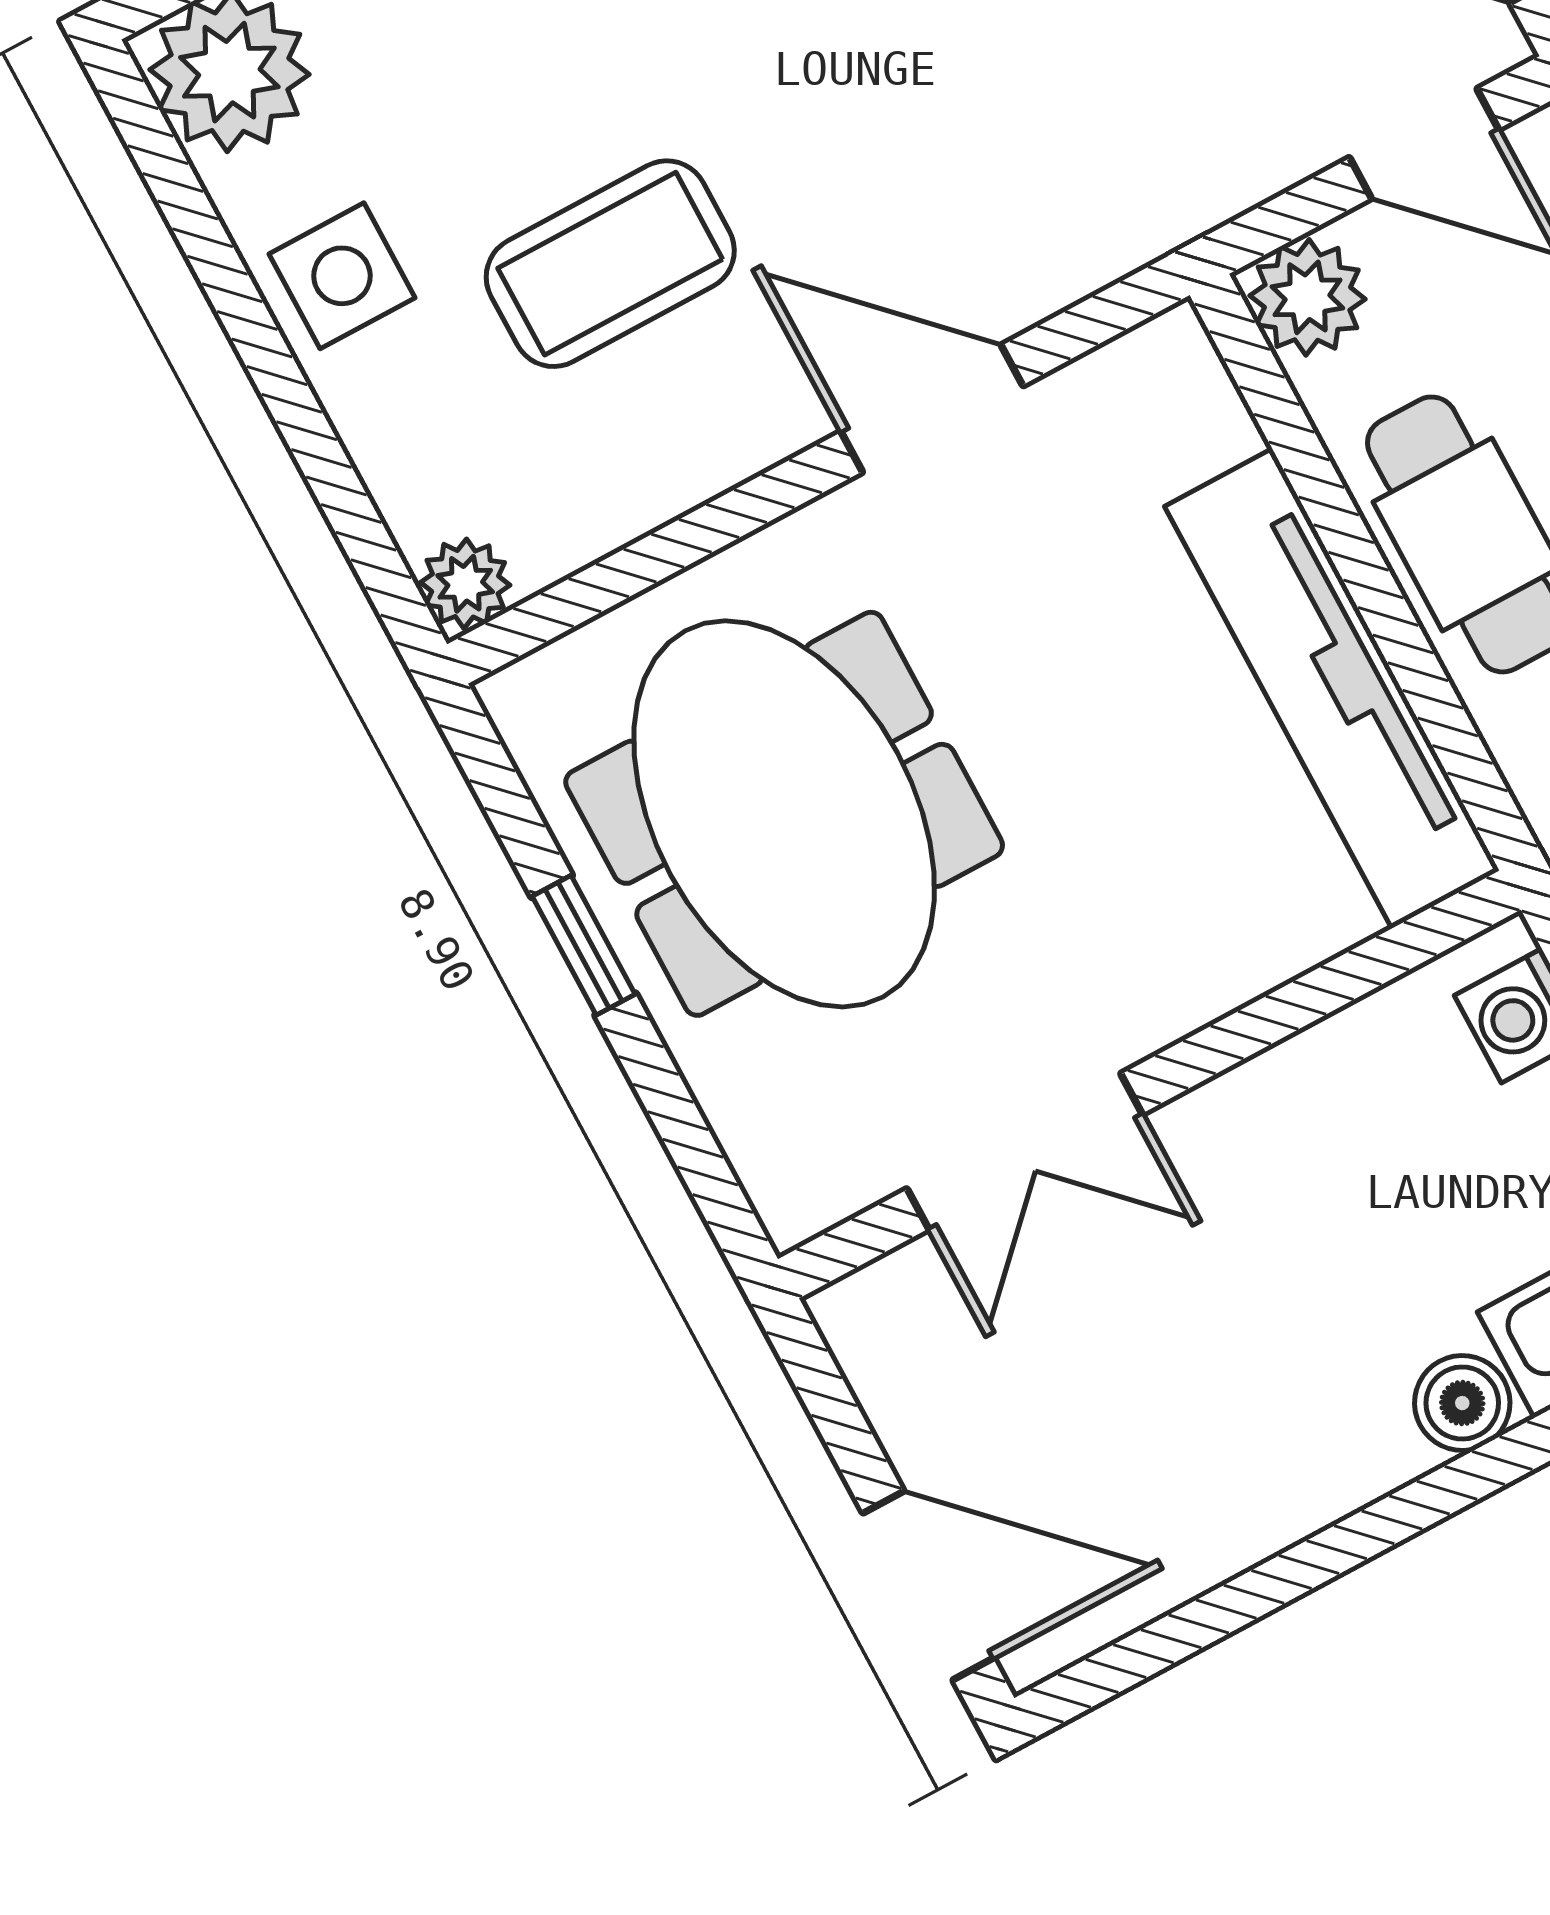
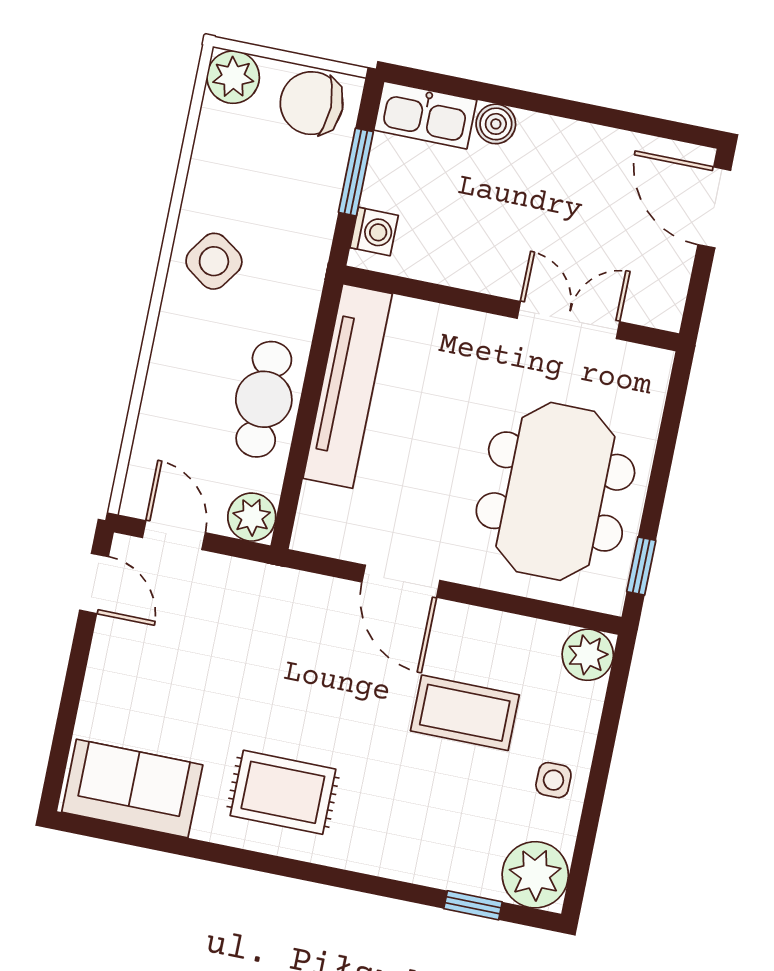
side table: (342, 276) -> (553, 780), width x0.73, depth x0.73
plant: (465, 584) -> (588, 655), width x1.38, depth x1.38
window: (584, 945) -> (641, 566), moved

